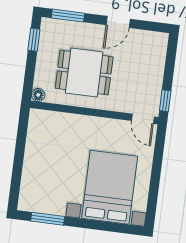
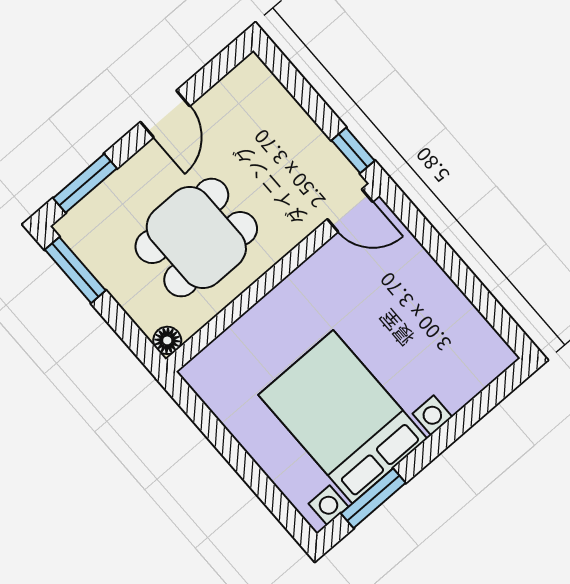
window: (34, 40) -> (75, 270), width x1.50
bed with nightstands: (110, 187) -> (343, 417), moved

